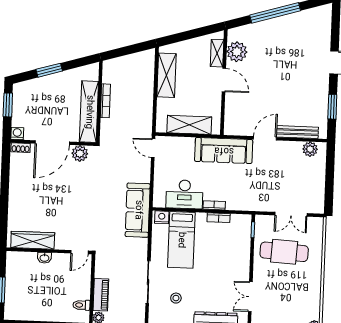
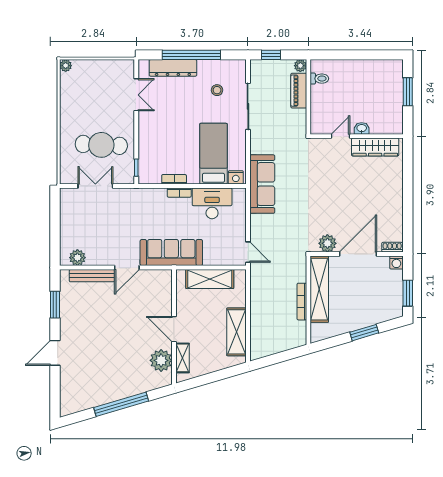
door: (80, 252) -> (340, 136), moved

